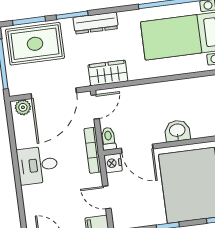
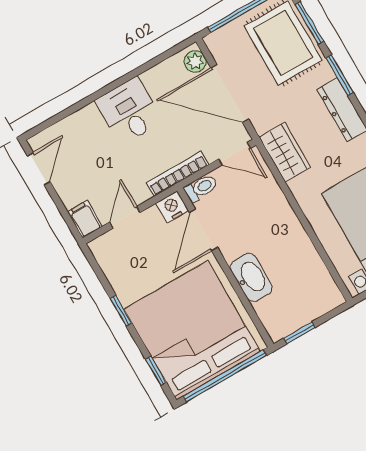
washbasin: (177, 131) -> (251, 277), width x1.38

